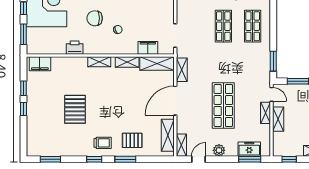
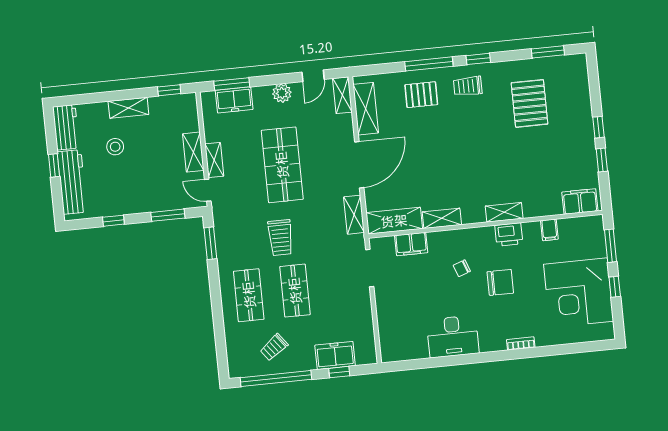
filing cabinet: (61, 48) -> (549, 230), added
printer: (75, 48) -> (509, 234), moved
trolley: (229, 60) -> (280, 238), added
shelving: (99, 62) -> (504, 212), moved
pallet: (75, 109) -> (529, 103), moved
window: (125, 159) -> (429, 64), width x1.44

